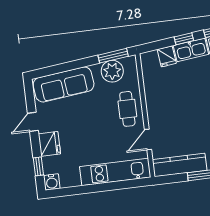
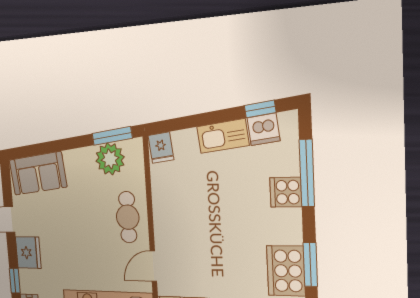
window: (184, 39) -> (213, 117), removed
fridge: (167, 56) -> (161, 148), moved
sofa: (64, 84) -> (38, 173), width x0.73

